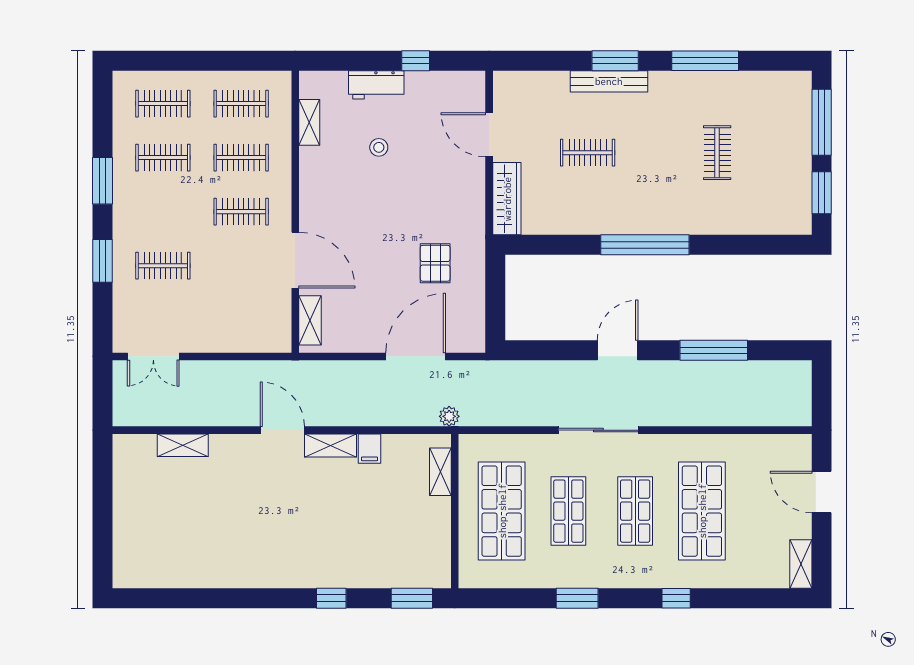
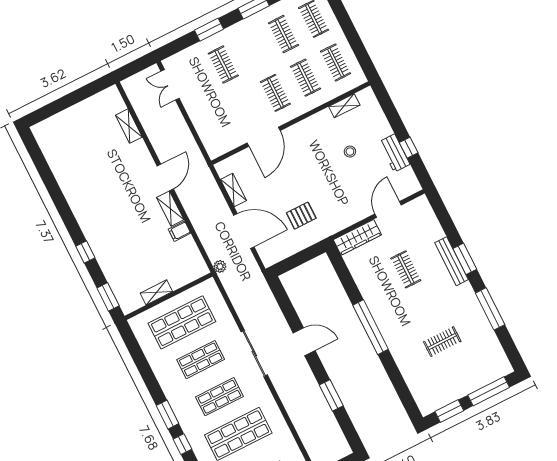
workbench: (376, 85) -> (394, 153), moved
shelving: (310, 320) -> (233, 190), moved, turned 90
window: (714, 350) -> (331, 395), width x0.69
shelving: (440, 472) -> (156, 292), moved
window: (577, 598) -> (168, 415), moved

